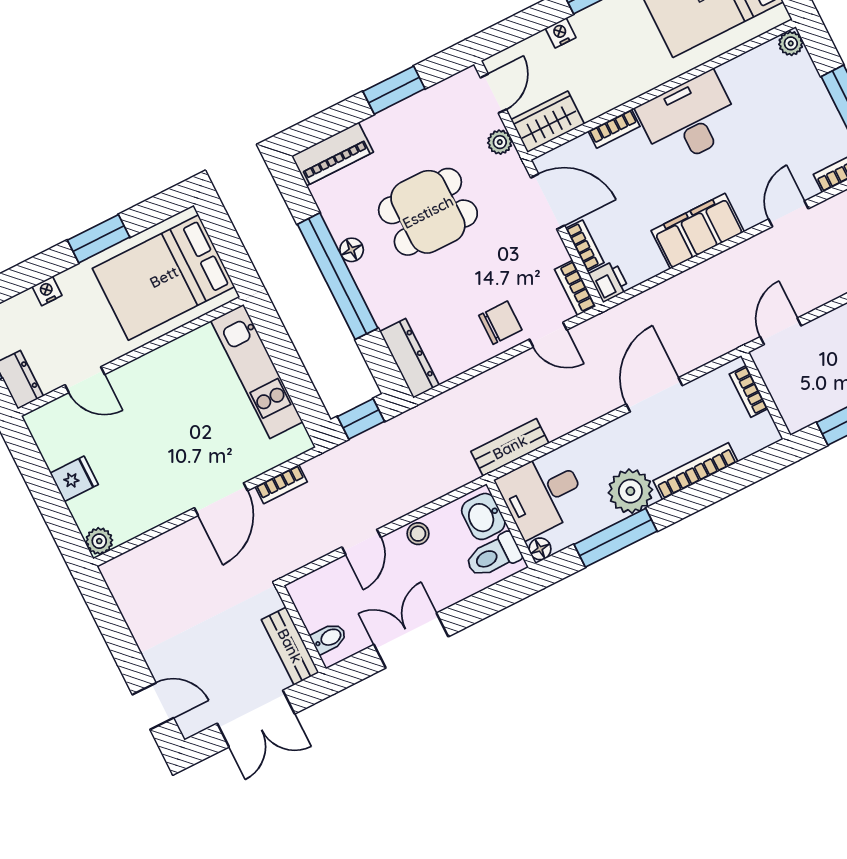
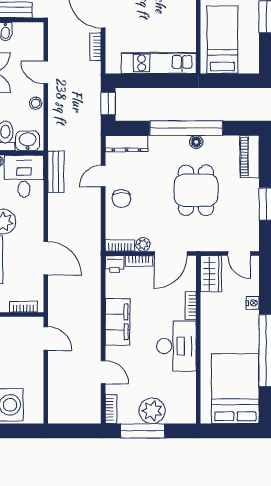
plant: (791, 43) -> (152, 411), moved, width x1.88, depth x1.88
plant: (500, 142) -> (143, 244), moved
bed: (164, 277) -> (222, 40), width x0.67
door: (548, 335) -> (103, 176), moved

